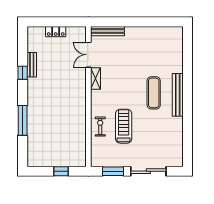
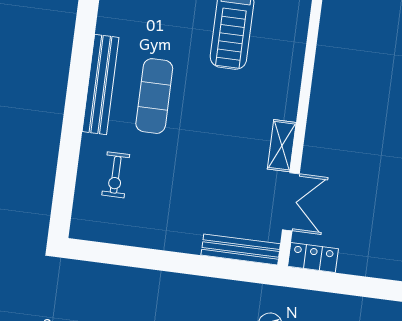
locker: (56, 32) -> (313, 258), moved
exercise bike: (100, 126) -> (116, 175), moved

